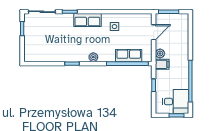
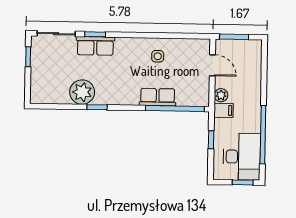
row of seats: (87, 20) -> (95, 46), moved
door: (154, 32) -> (212, 65), hinge flipped
row of seats: (129, 56) -> (158, 97), moved
plant: (93, 57) -> (82, 92), moved, width x1.87, depth x1.87
desk: (176, 102) -> (242, 157), width x1.37

